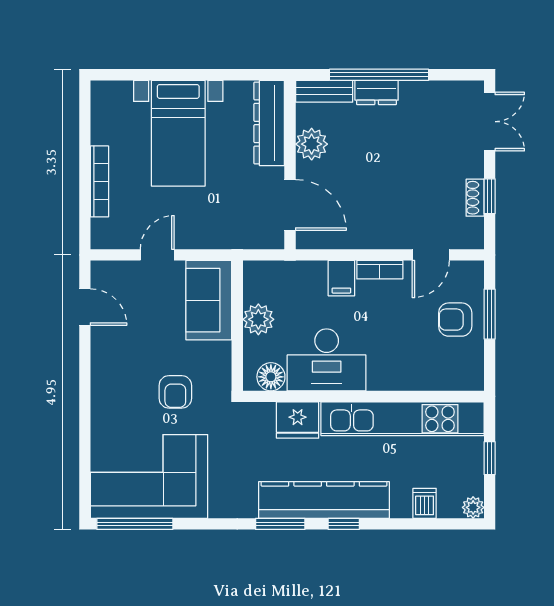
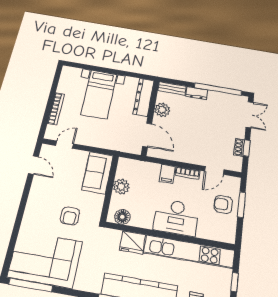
window: (379, 75) -> (218, 89), moved
door: (157, 255) -> (65, 145), moved
desk: (327, 360) -> (176, 217), moved

